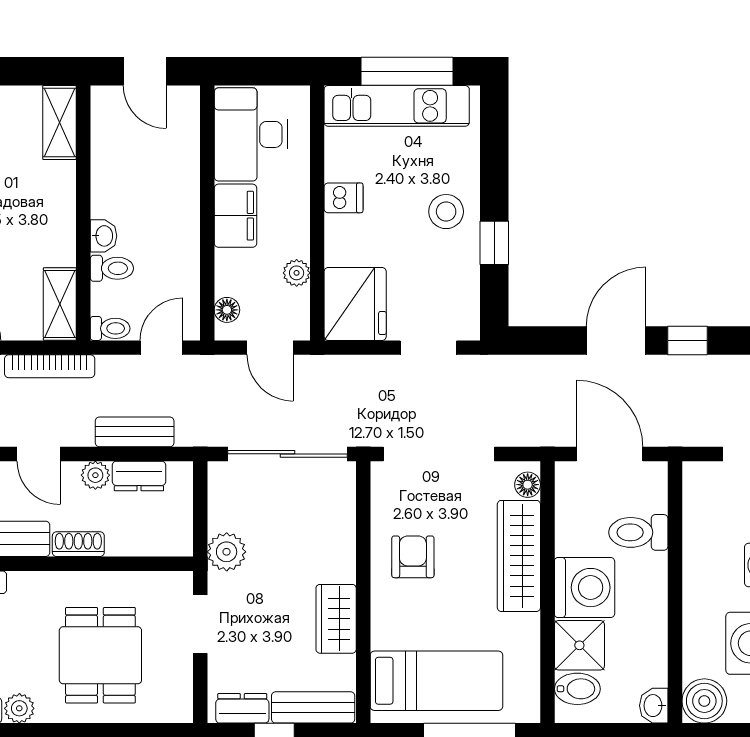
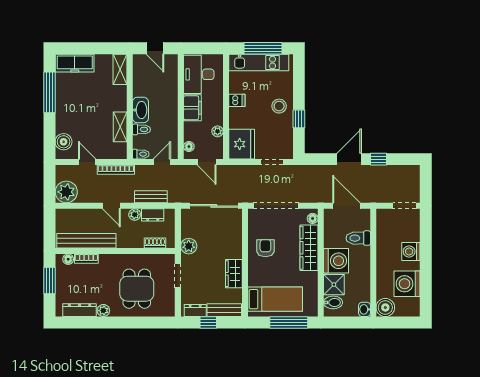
washbasin: (103, 236) -> (140, 110), width x1.91, depth x1.45
shelving: (60, 304) -> (120, 127), moved
shoe rack: (78, 544) -> (155, 243), moved

